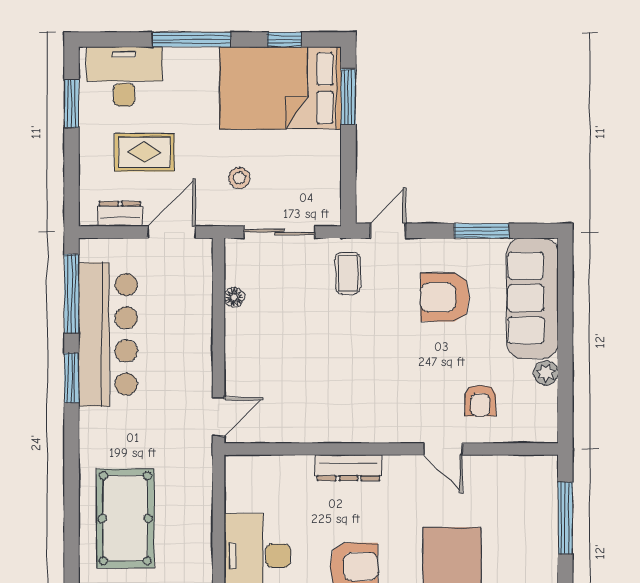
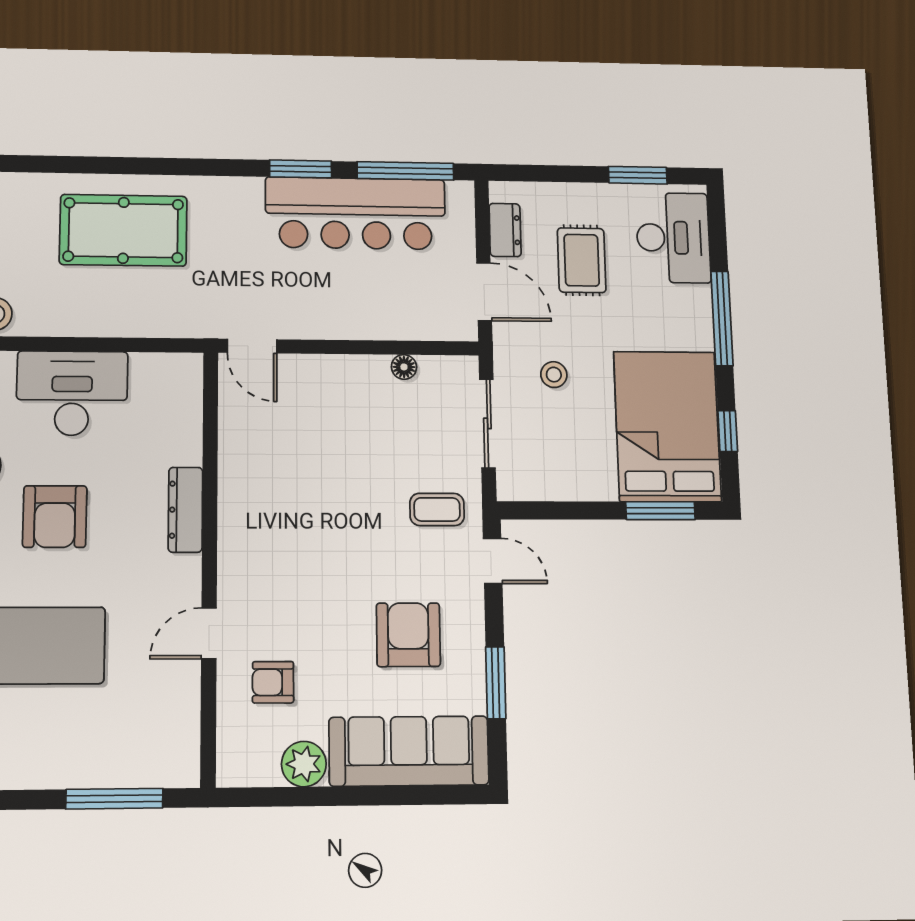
plant: (546, 373) -> (304, 764), width x1.38, depth x1.38

